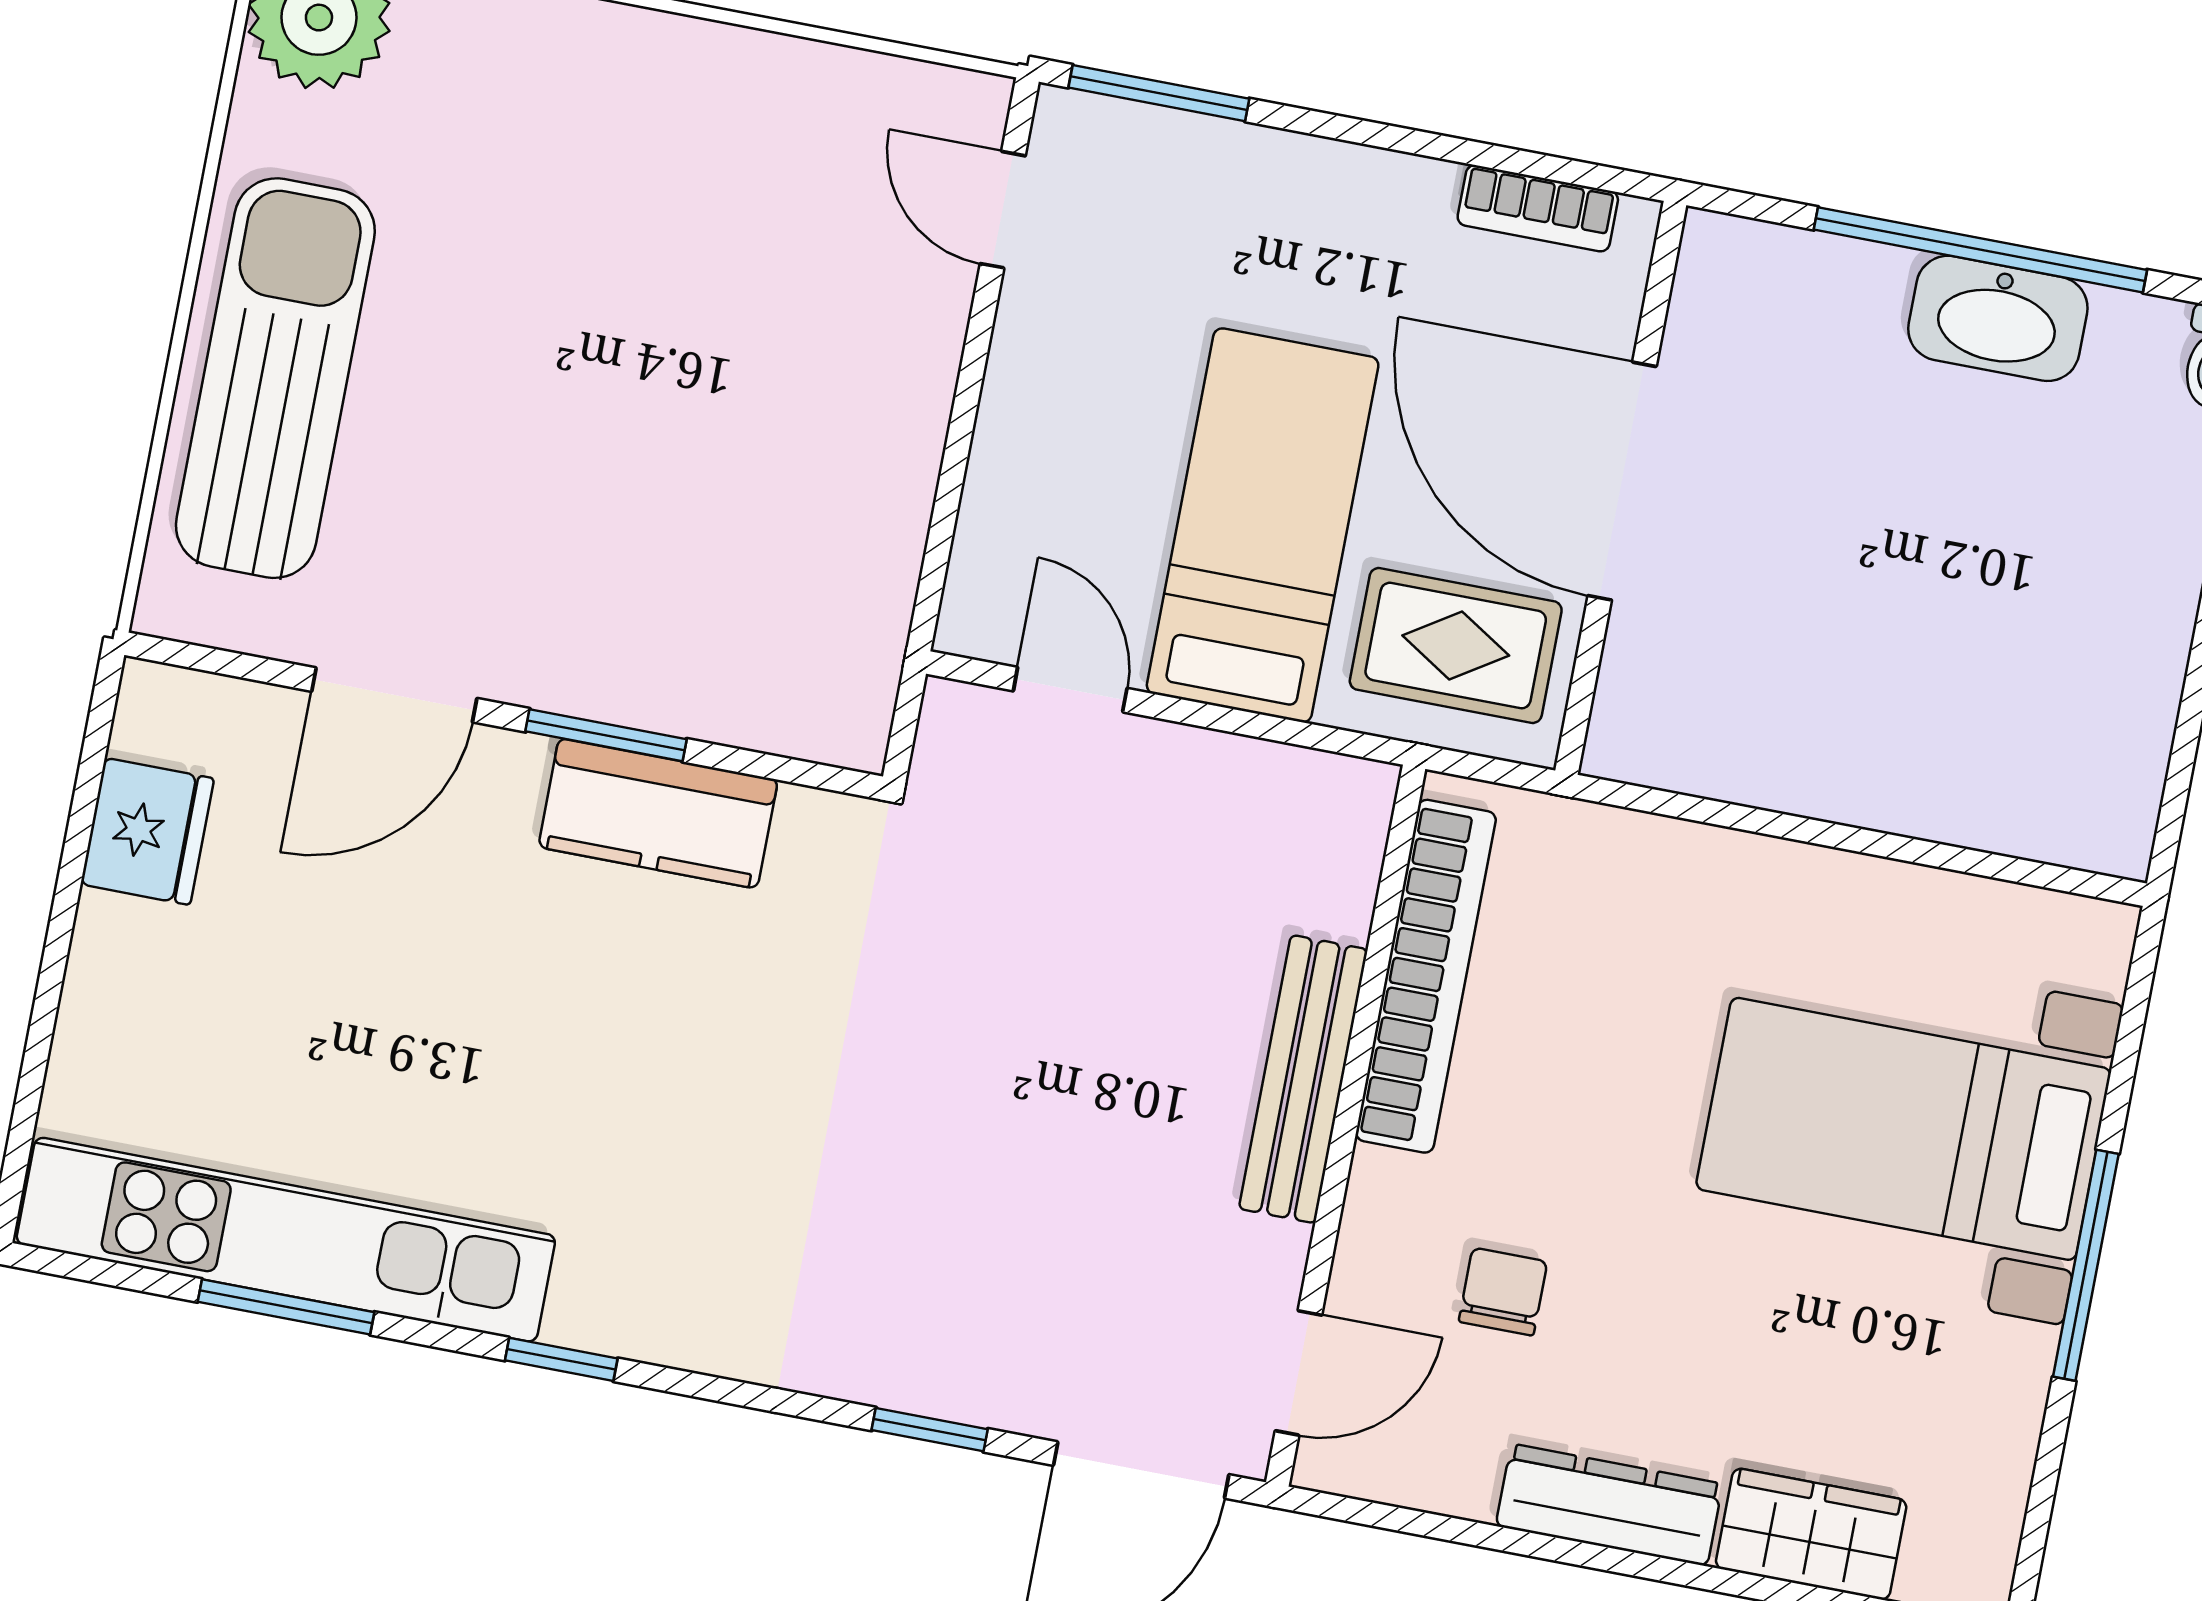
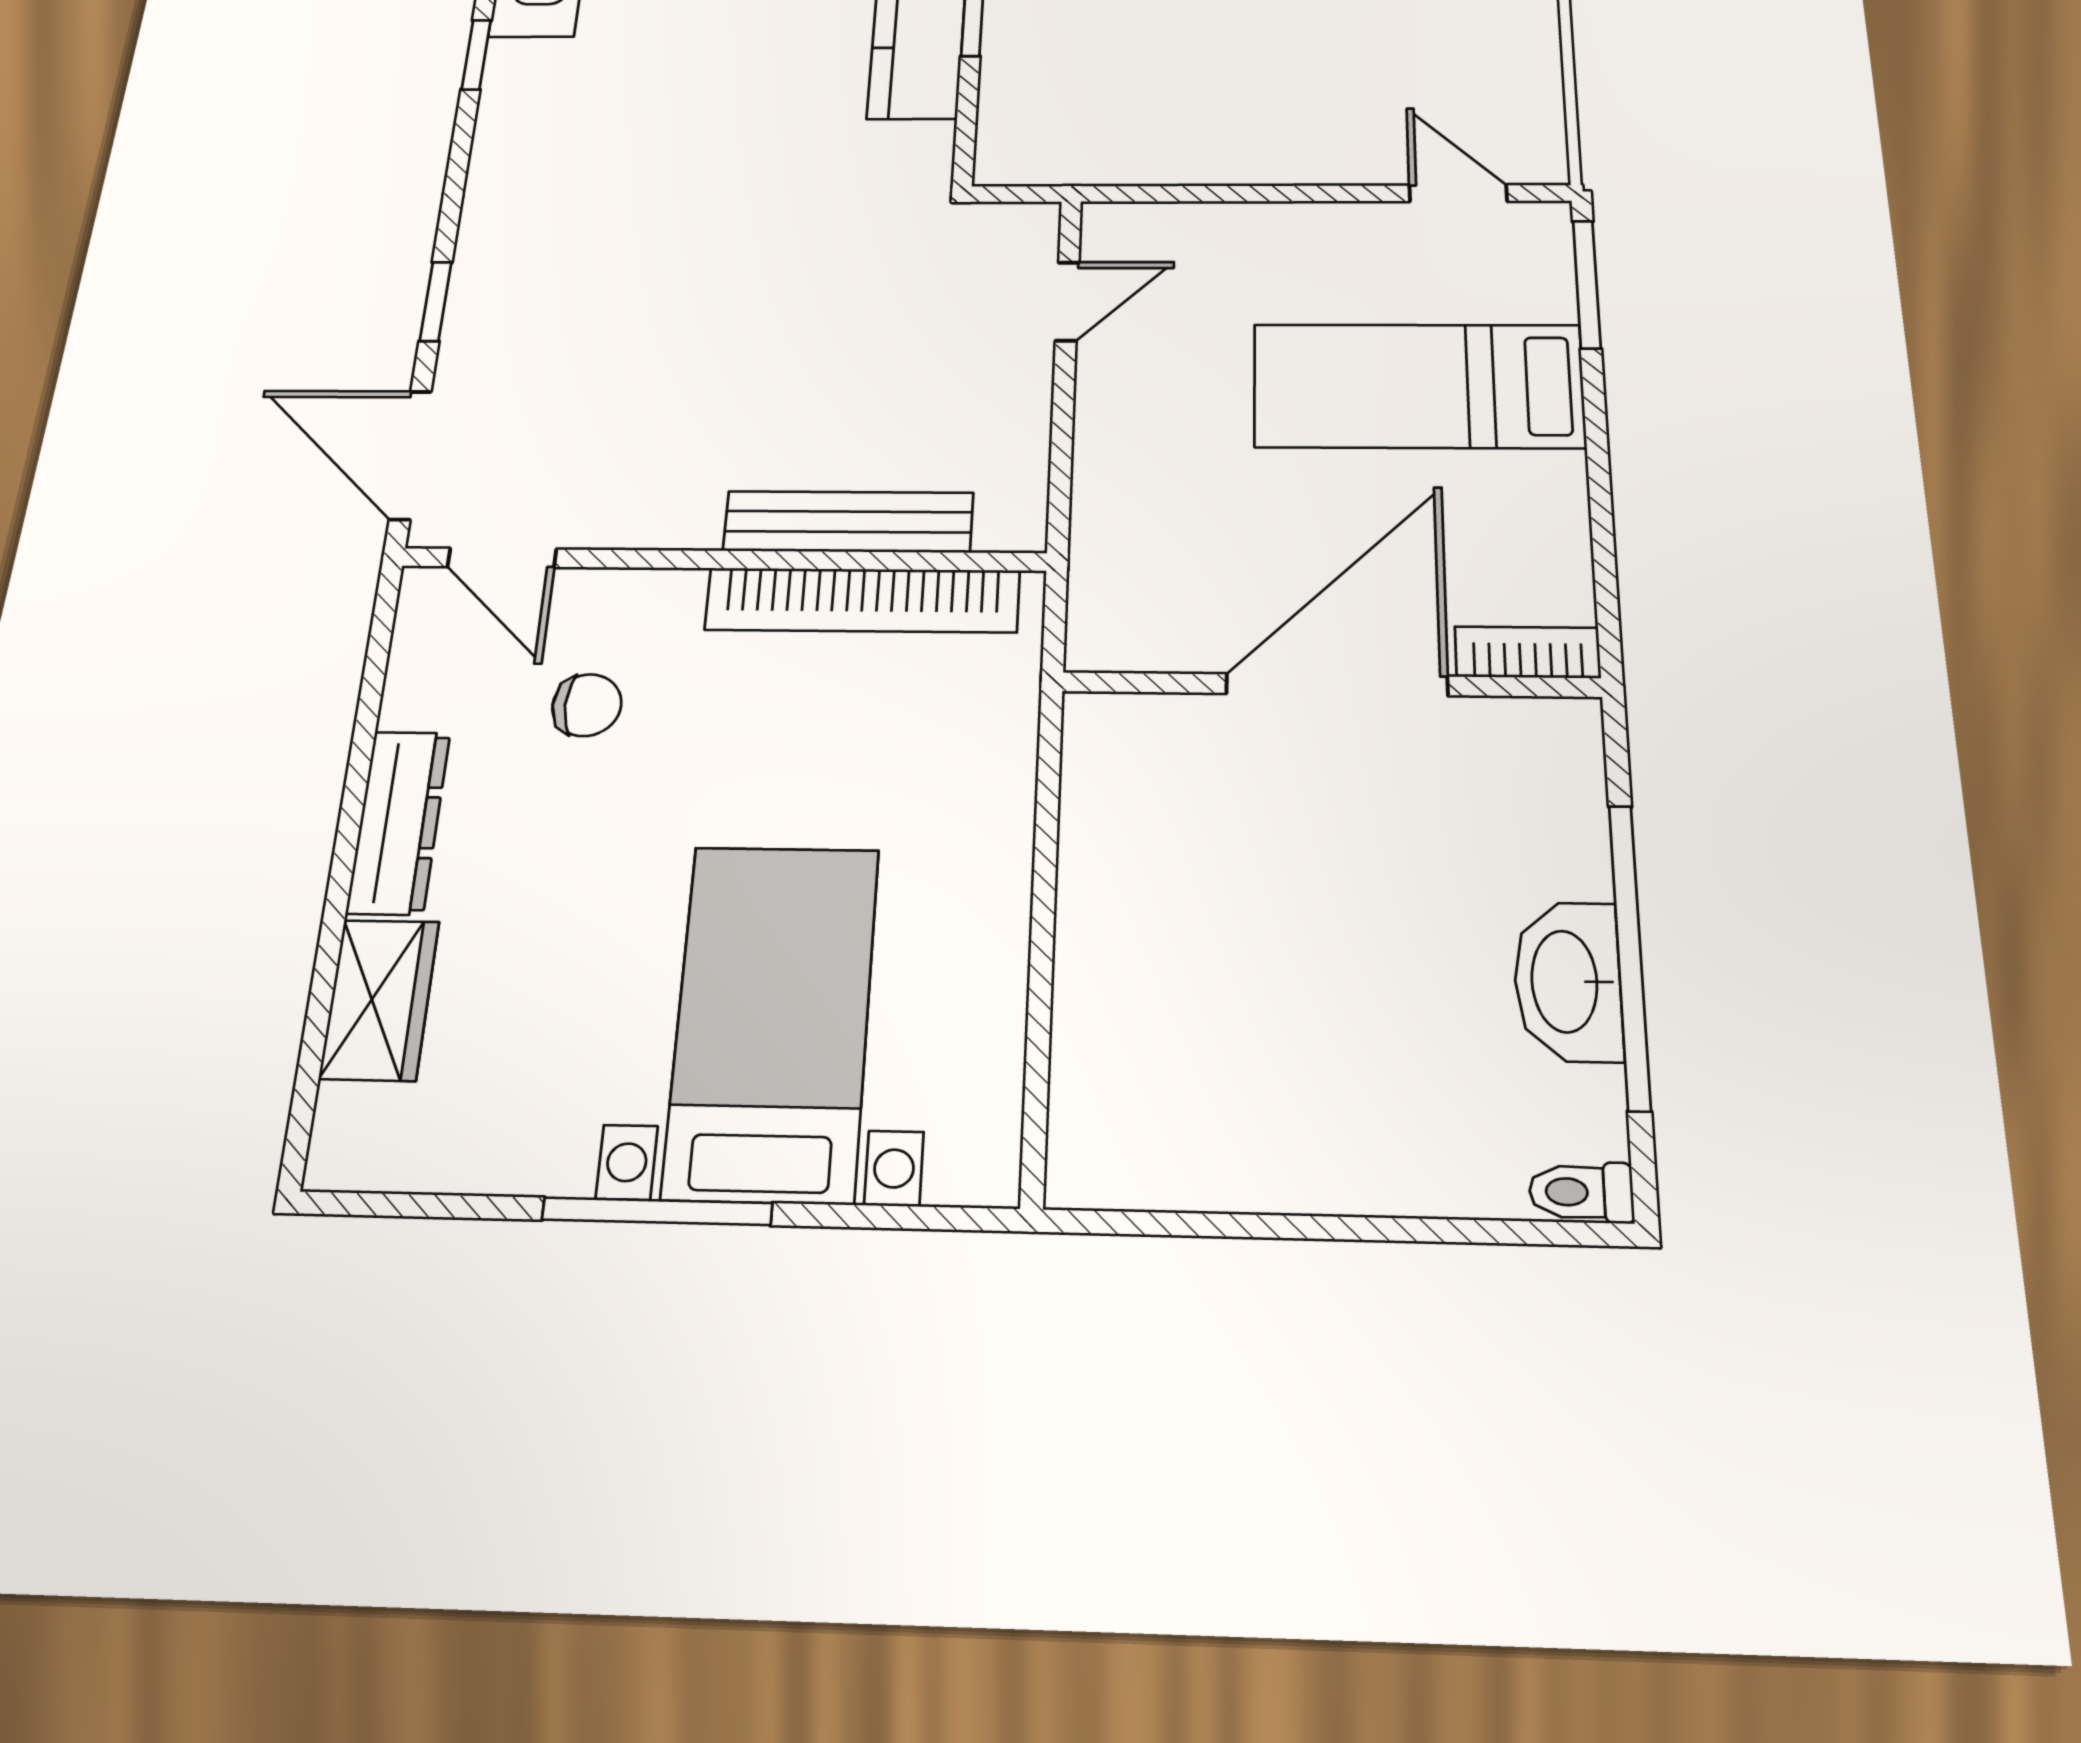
bookcase: (1538, 208) -> (1528, 652), moved, turned 90
door: (1003, 210) -> (1458, 193), hinge flipped
bed: (1263, 525) -> (1418, 386), moved, turned 180
rug: (1456, 646) -> (1161, 577), removed
bench: (1303, 1079) -> (848, 522), moved

